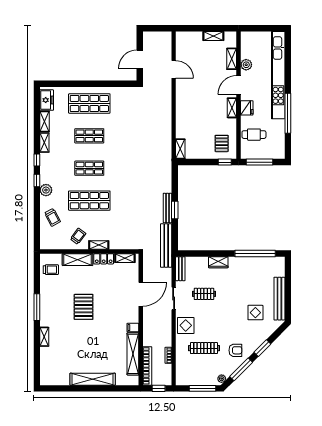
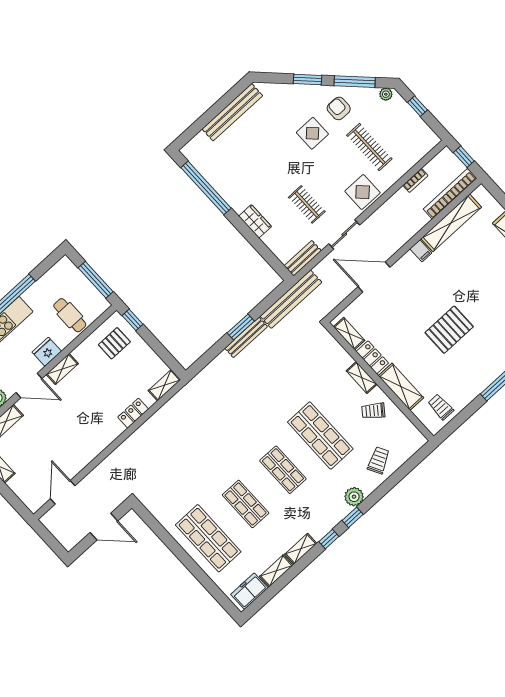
door: (174, 69) -> (63, 492), moved
locker: (181, 122) -> (133, 413), added
display table: (255, 313) -> (312, 133), moved
window: (202, 388) -> (418, 106), width x0.46

